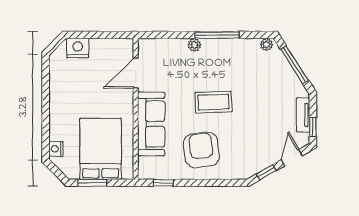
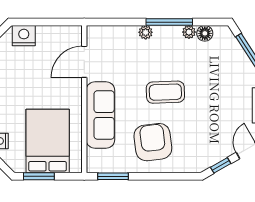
plant: (266, 45) -> (189, 32), moved
floor lamp: (251, 46) -> (205, 33), added
window: (163, 183) -> (113, 176), width x1.50

